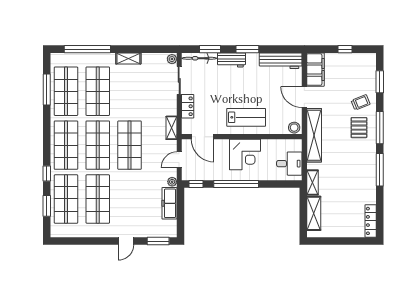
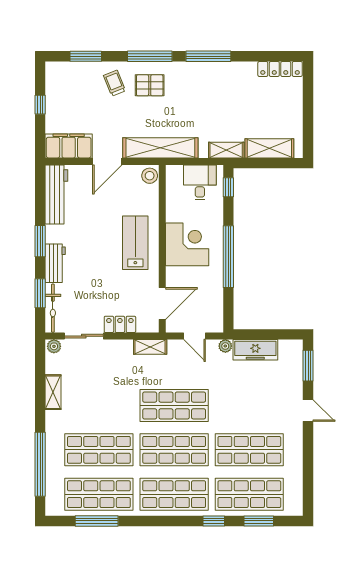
shelving: (128, 58) -> (53, 392), moved
window: (196, 184) -> (228, 187), moved

